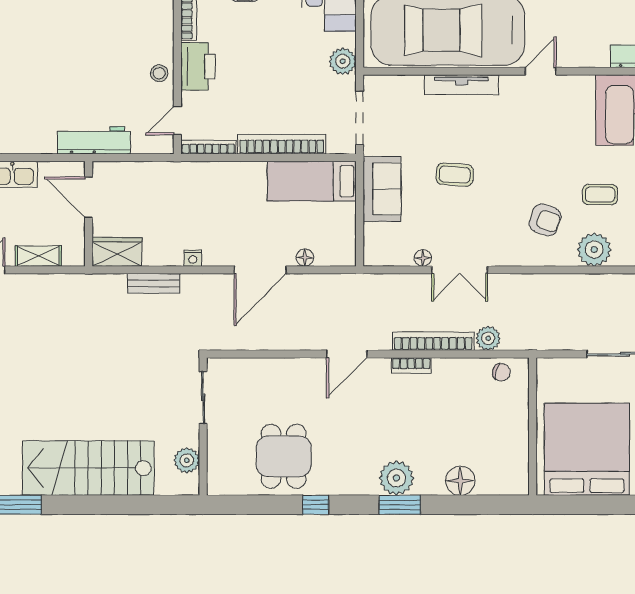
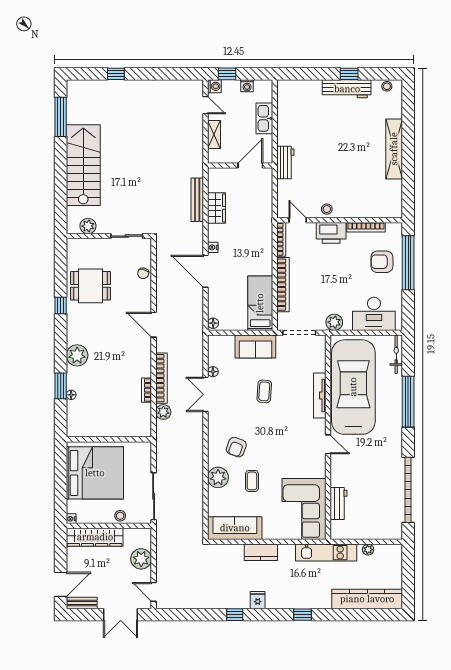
workbench: (94, 140) -> (285, 163), width x0.73
wardrobe: (117, 252) -> (217, 208), moved
nightstand: (193, 258) -> (213, 247), moved
floor lamp: (305, 258) -> (213, 323), moved
bench: (154, 283) -> (197, 200), width x1.36
bookcase: (411, 365) -> (147, 390), moved
chair: (501, 372) -> (143, 273), moved
floor lamp: (460, 481) -> (71, 395), width x0.53, depth x0.53
window: (400, 505) -> (61, 386), moved

